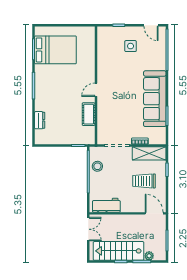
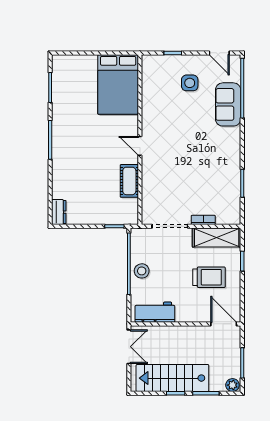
bed: (55, 50) -> (118, 84), moved, turned 90
door: (96, 90) -> (140, 146), hinge flipped
sofa: (155, 99) -> (228, 104), moved, width x0.54, depth x0.79
dresser: (40, 120) -> (59, 212), moved
stool: (97, 166) -> (142, 271), moved
trolley: (144, 181) -> (209, 277), turned 180
plant: (149, 256) -> (232, 385), moved

